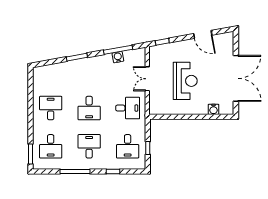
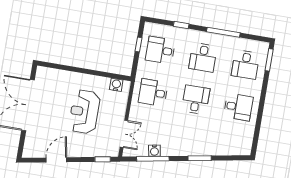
door: (203, 34) -> (56, 160), hinge flipped
double door: (147, 79) -> (124, 134), moved
desk: (51, 108) -> (238, 107), turned -90
water cooler: (214, 109) -> (116, 85), moved
desk: (51, 146) -> (245, 65), turned 180
desk: (128, 146) -> (160, 50), turned -90

